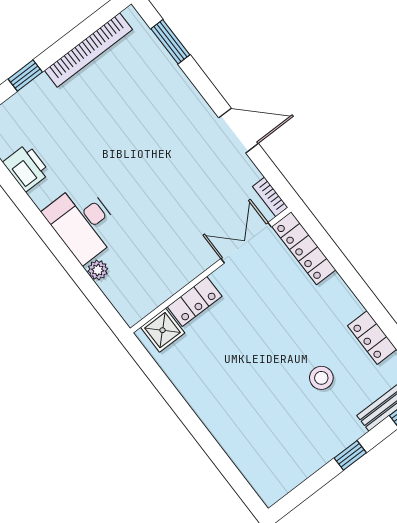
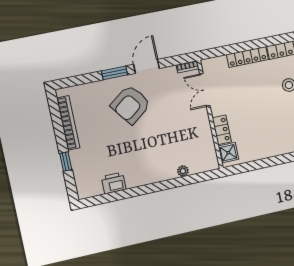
window: (170, 42) -> (115, 73), moved
armchair: (165, 134) -> (131, 105), added
desk: (83, 223) -> (155, 167), removed
locker: (304, 248) -> (247, 57), moved

